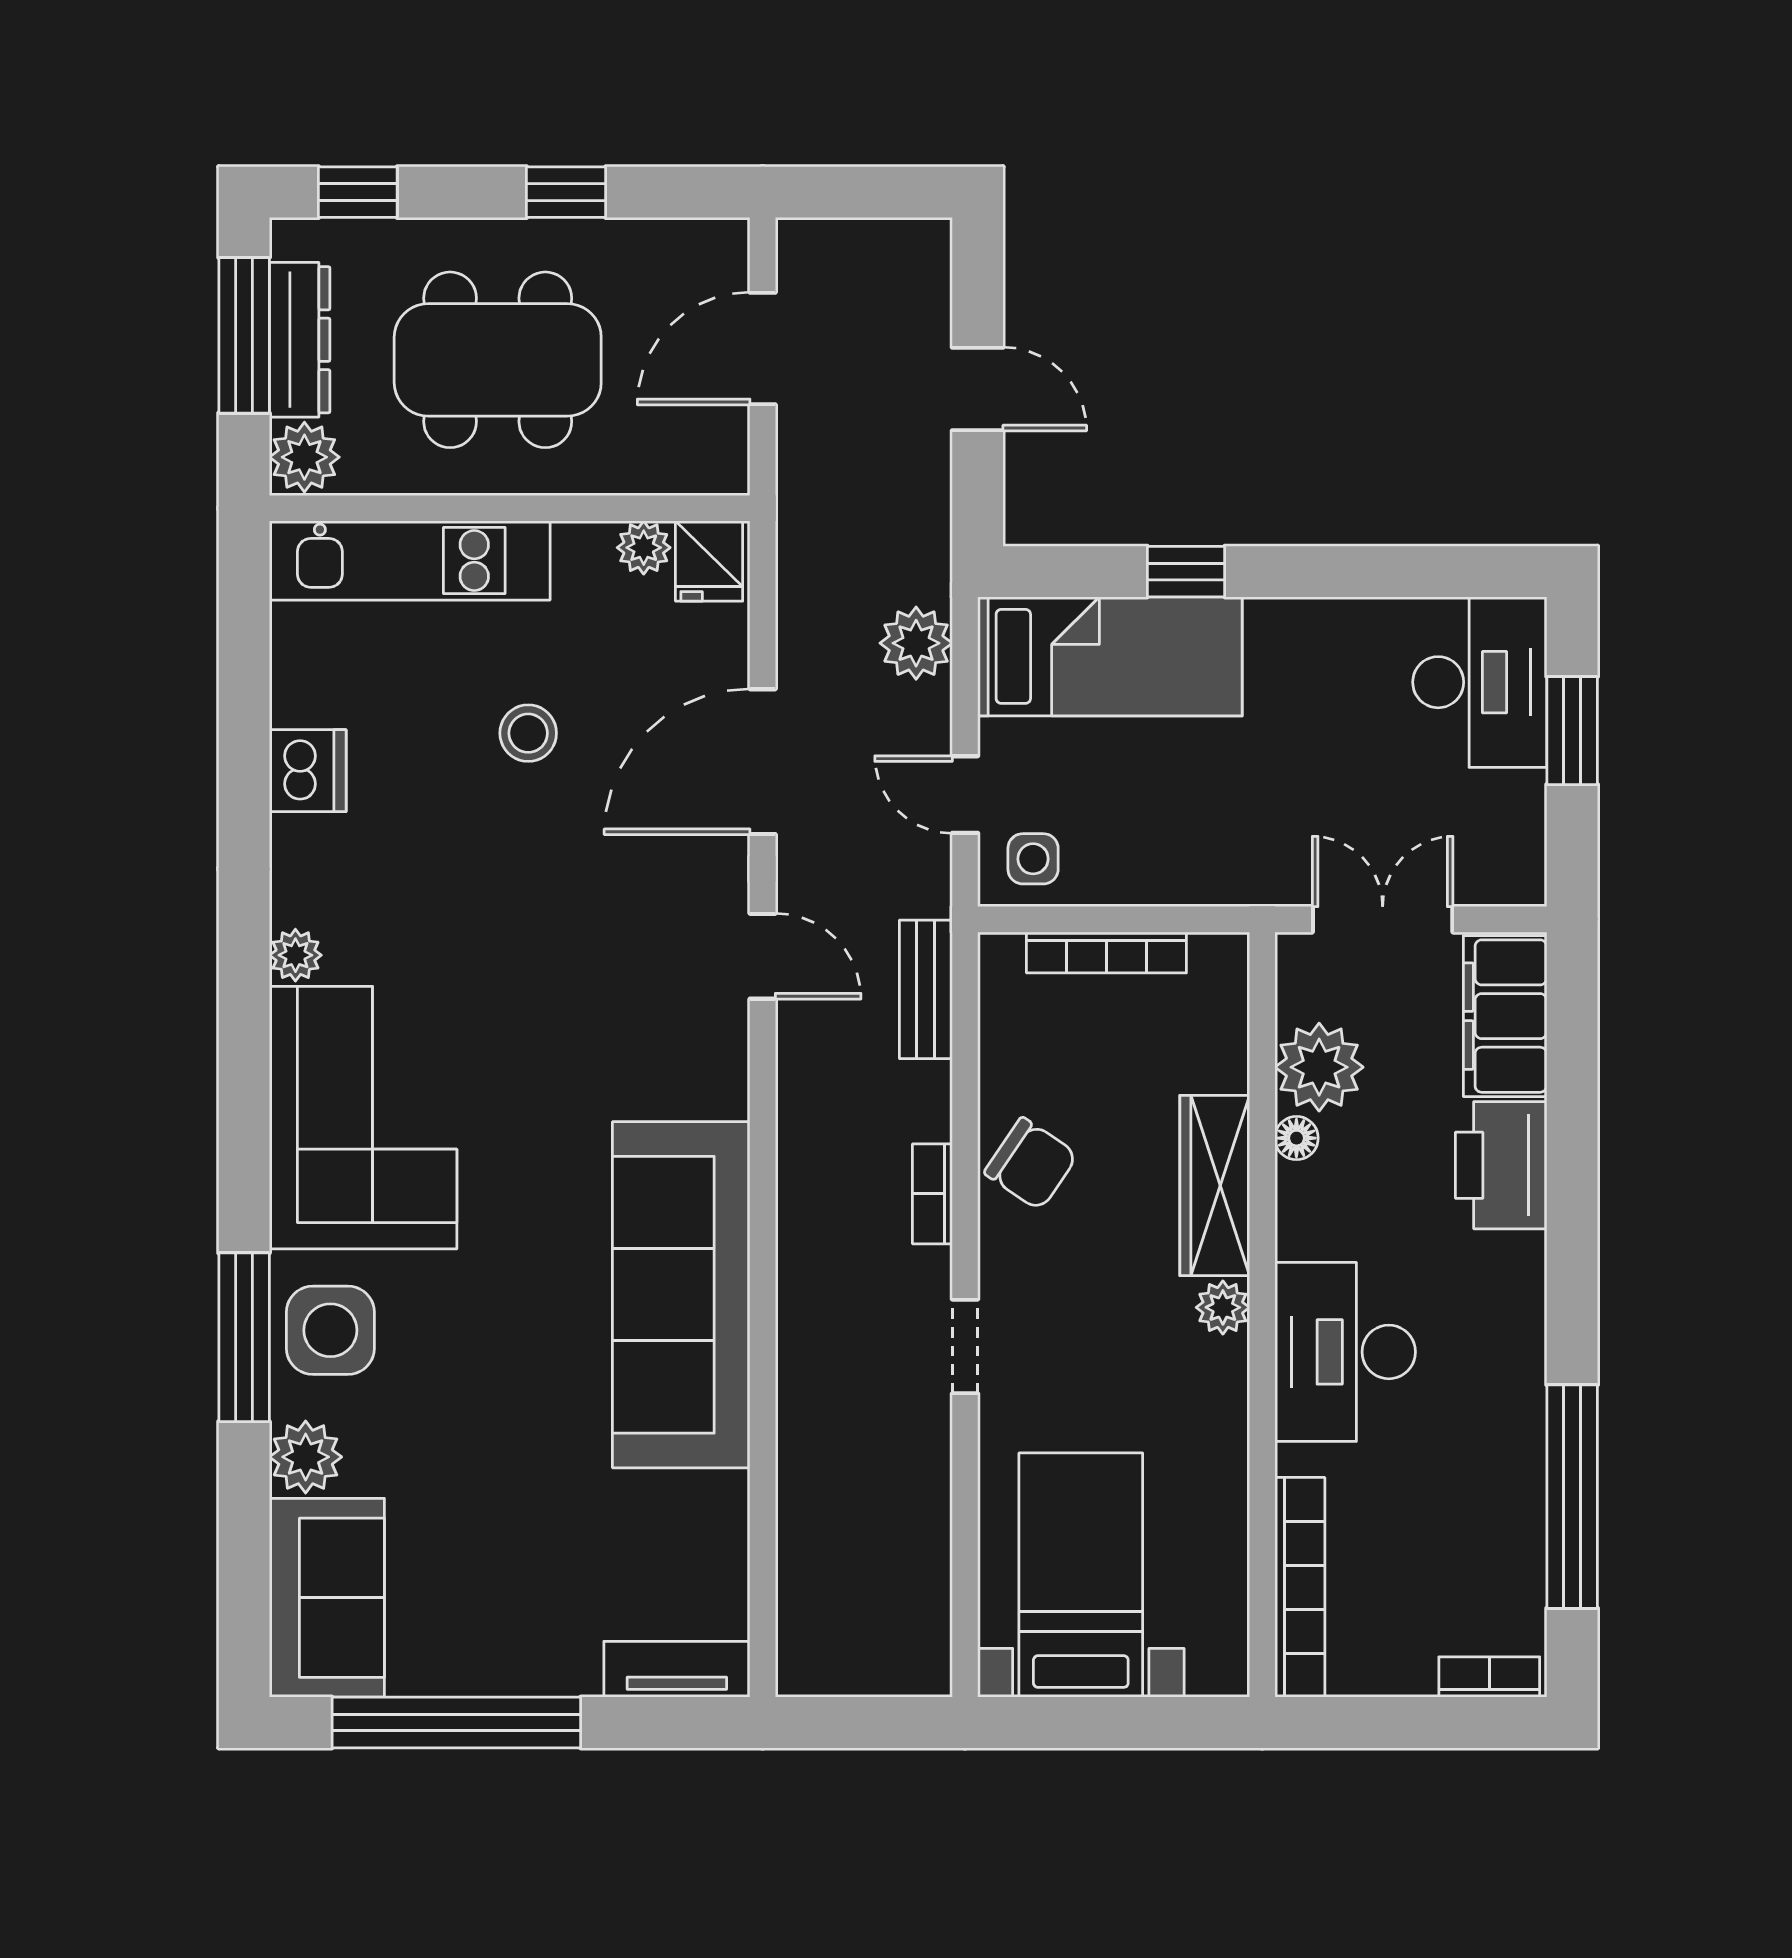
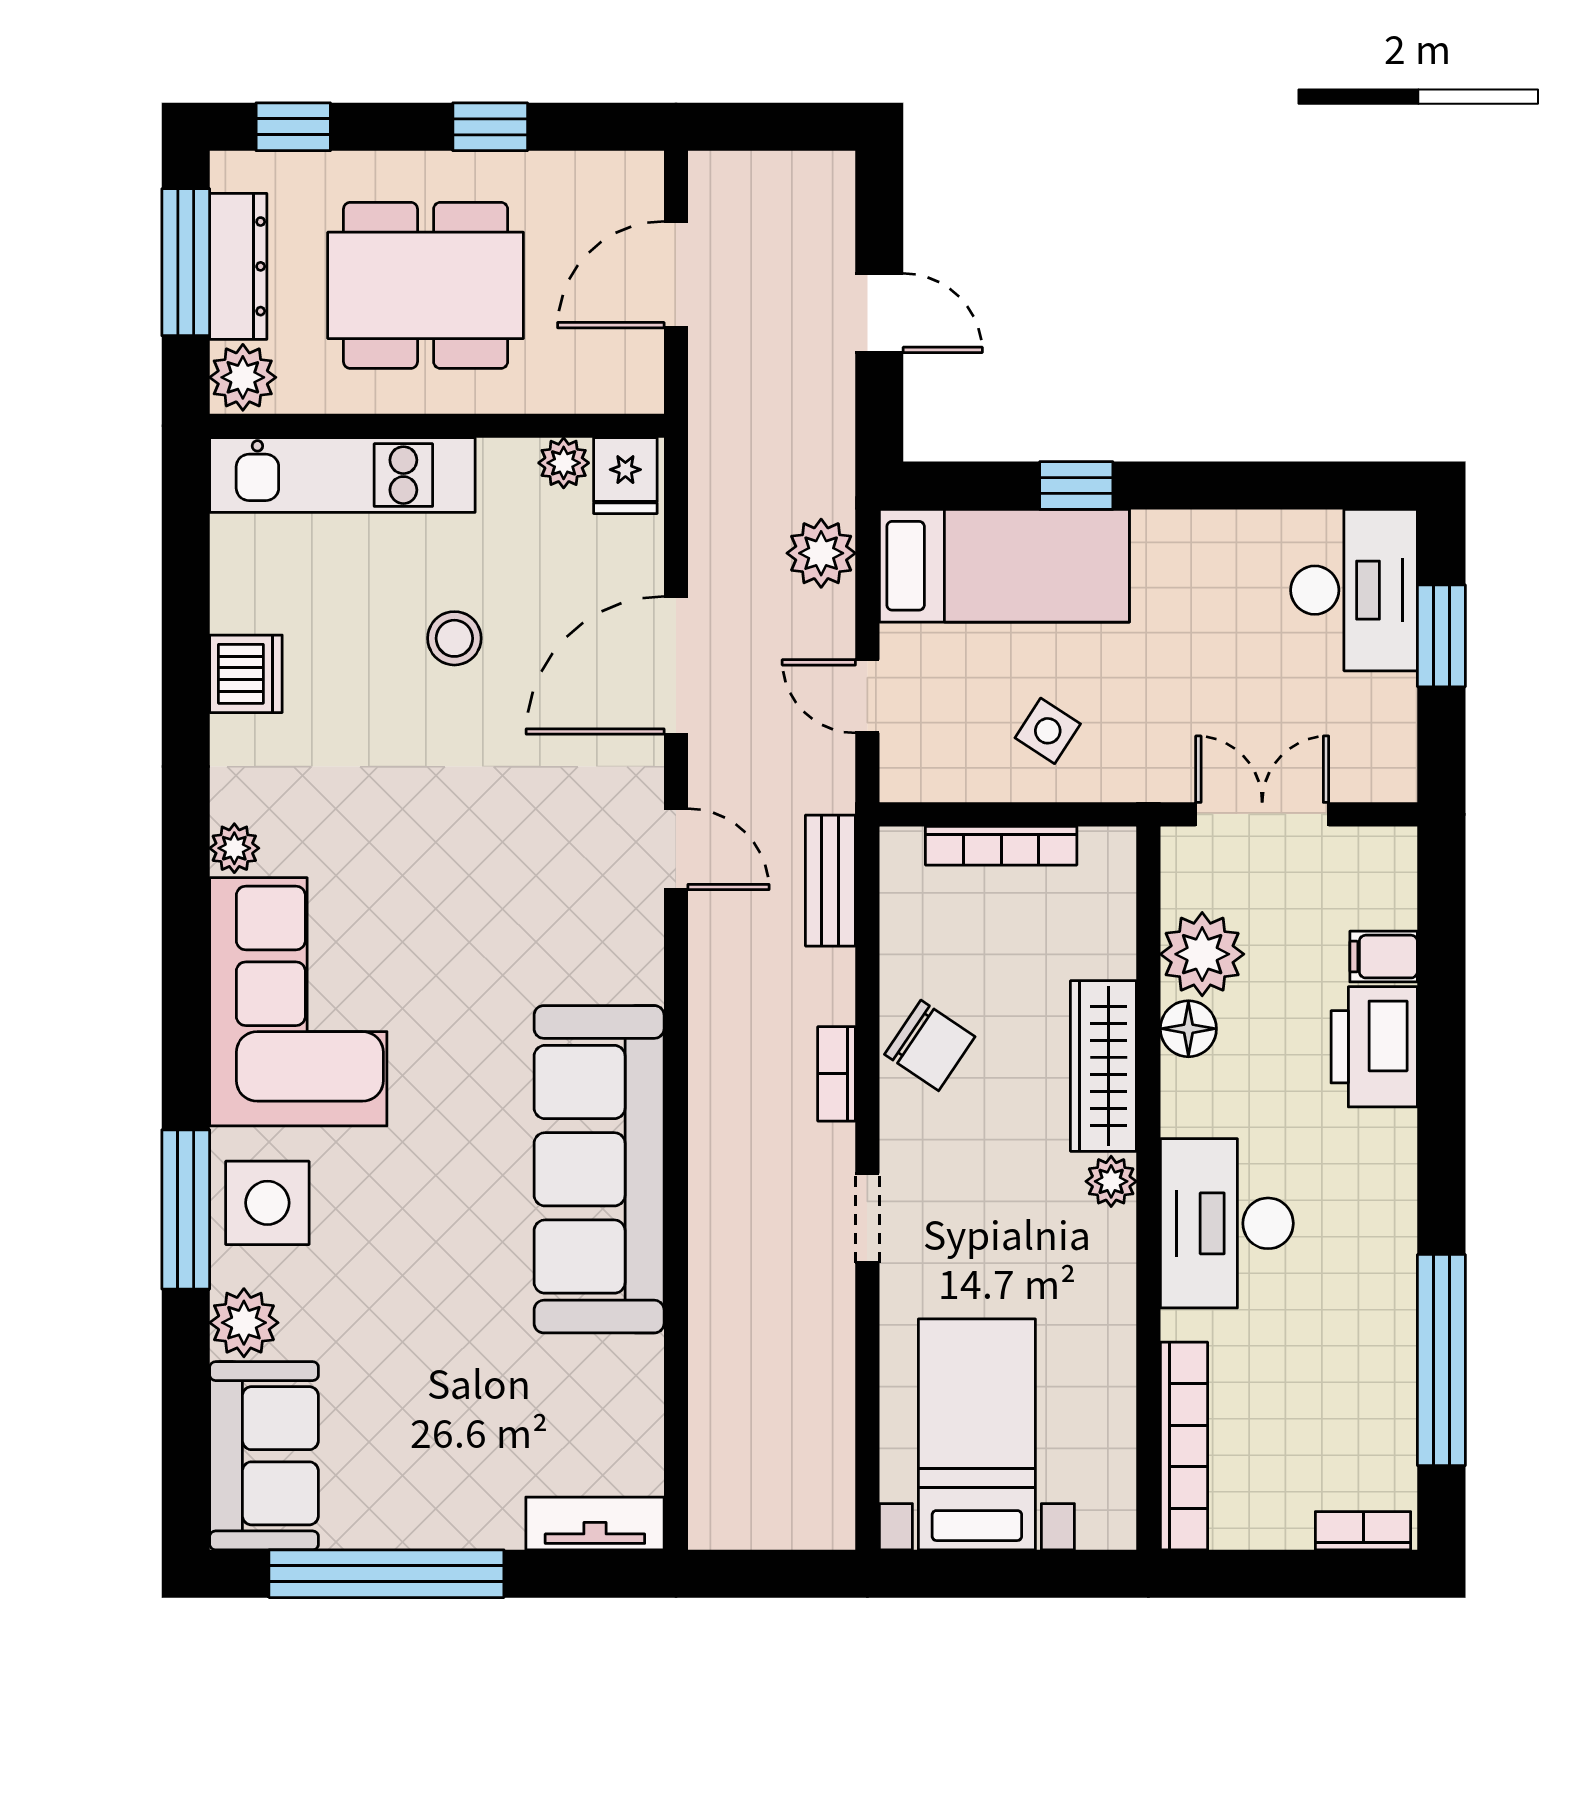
side table: (1033, 859) -> (1048, 731), moved, turned 33
filing cabinet: (1505, 1016) -> (1384, 957), width x0.33, depth x0.86
floor lamp: (1296, 1138) -> (1188, 1029), width x1.37, depth x1.37

